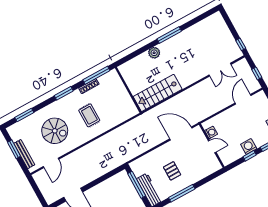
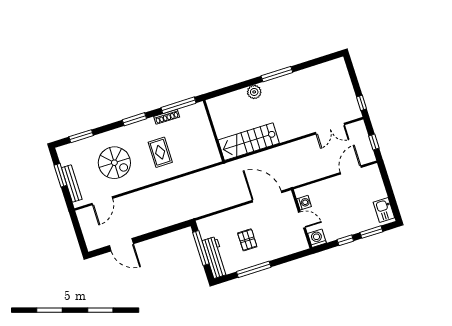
washing machine: (249, 147) -> (317, 238), moved

